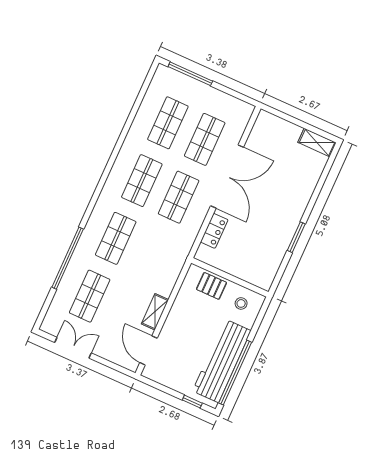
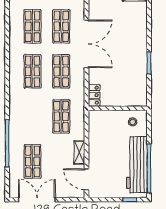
locker: (214, 231) -> (94, 95), moved
shop shelf: (116, 238) -> (61, 116), moved
pallet: (212, 286) -> (108, 119), removed
double door: (73, 348) -> (37, 200), width x1.37

